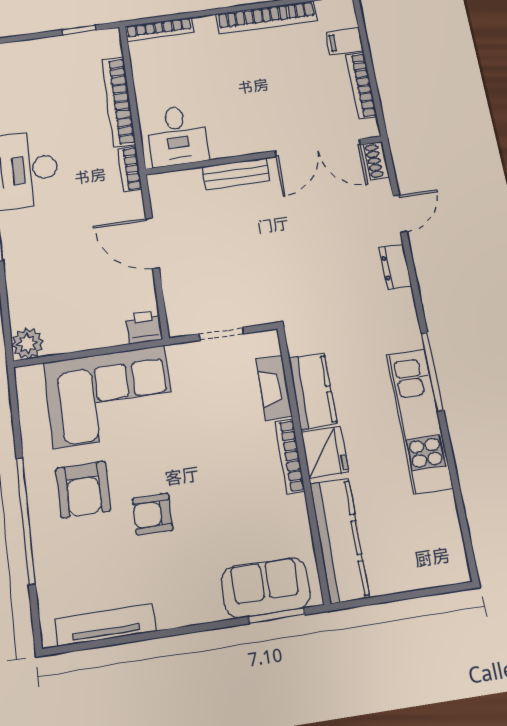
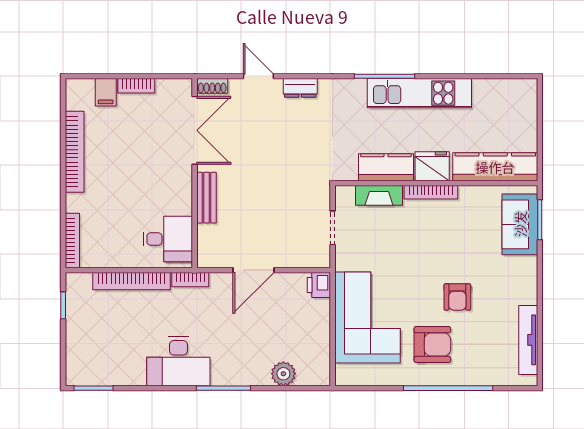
bookcase: (361, 86) -> (136, 86), width x0.64
plant: (27, 343) -> (283, 374), moved

